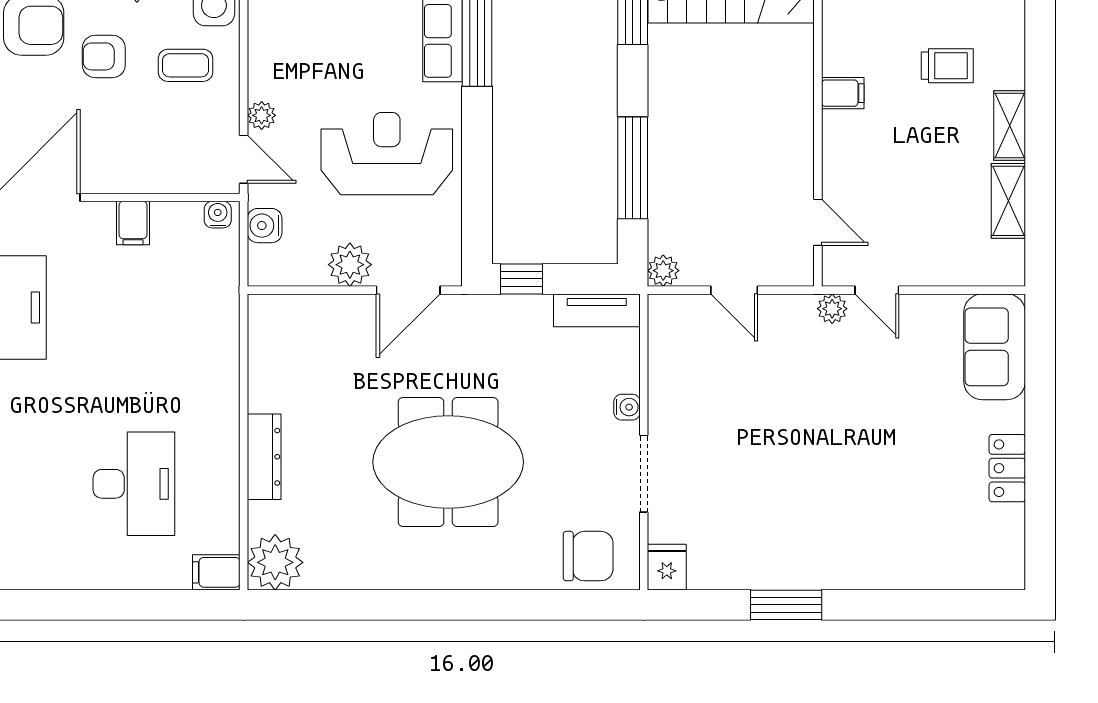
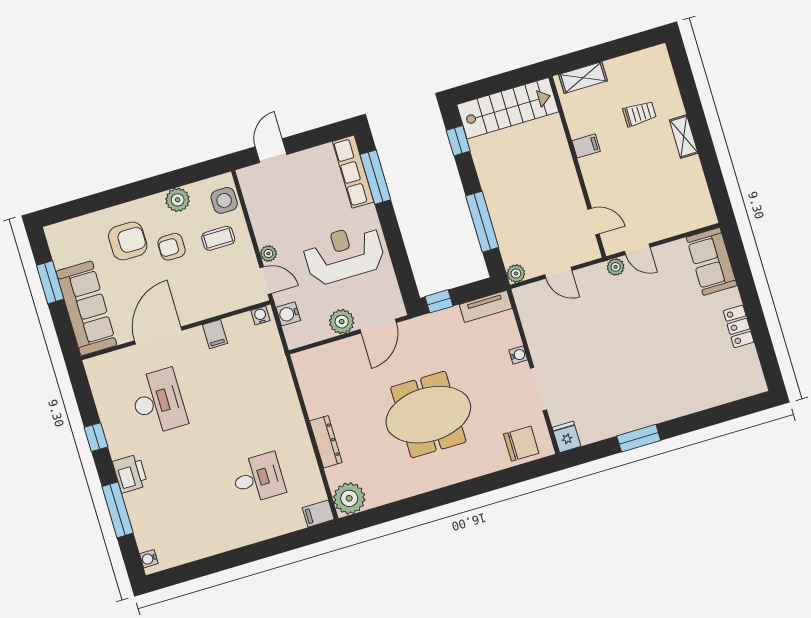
shelving: (1008, 201) -> (695, 178), removed
desk: (134, 484) -> (258, 478), width x0.73

